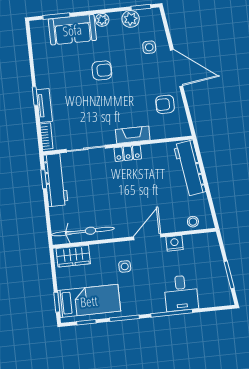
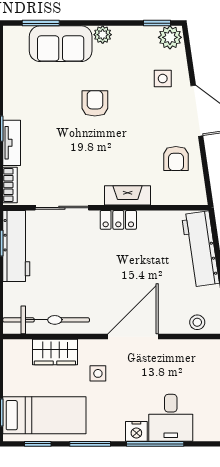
plant: (131, 19) -> (170, 37), moved
armchair: (102, 70) -> (95, 103), turned -90
armchair: (165, 104) -> (176, 159), turned -90
door: (147, 237) -> (133, 337), width x1.36
nightstand: (175, 243) -> (136, 431), moved, turned 180
wardrobe: (73, 256) -> (55, 352), moved

